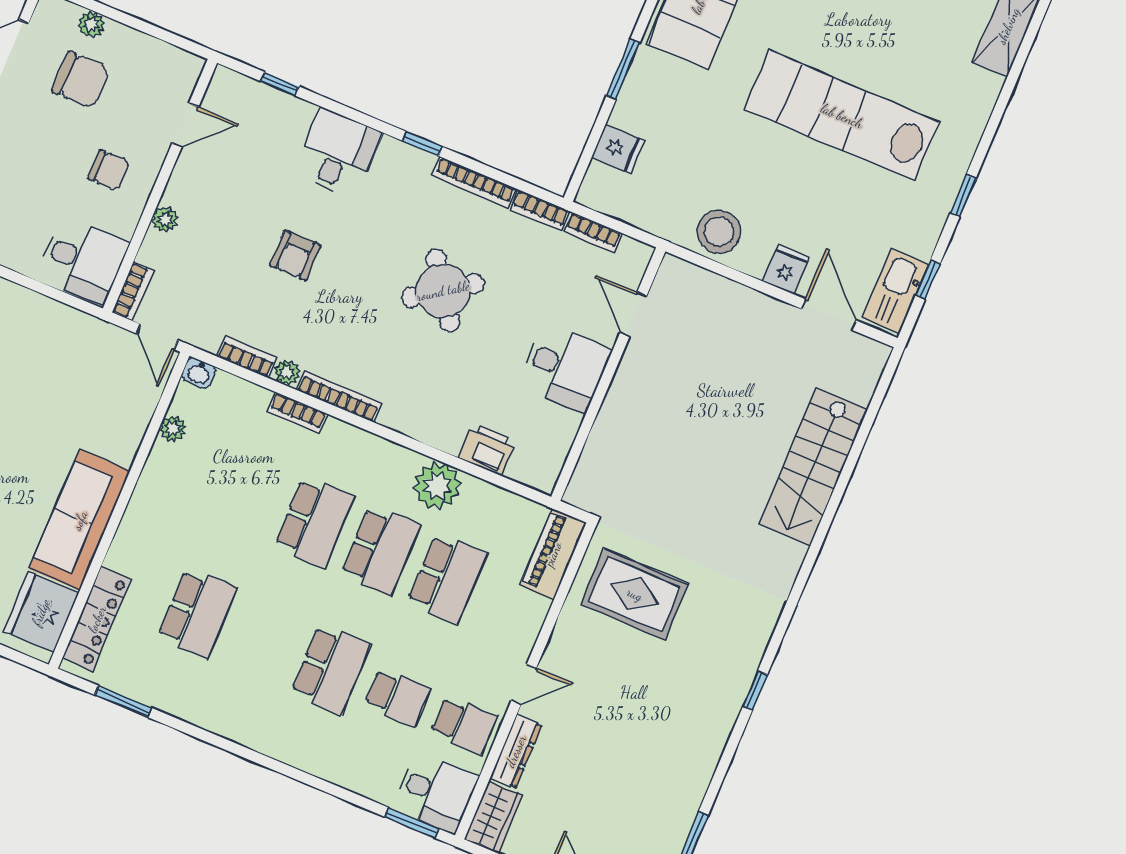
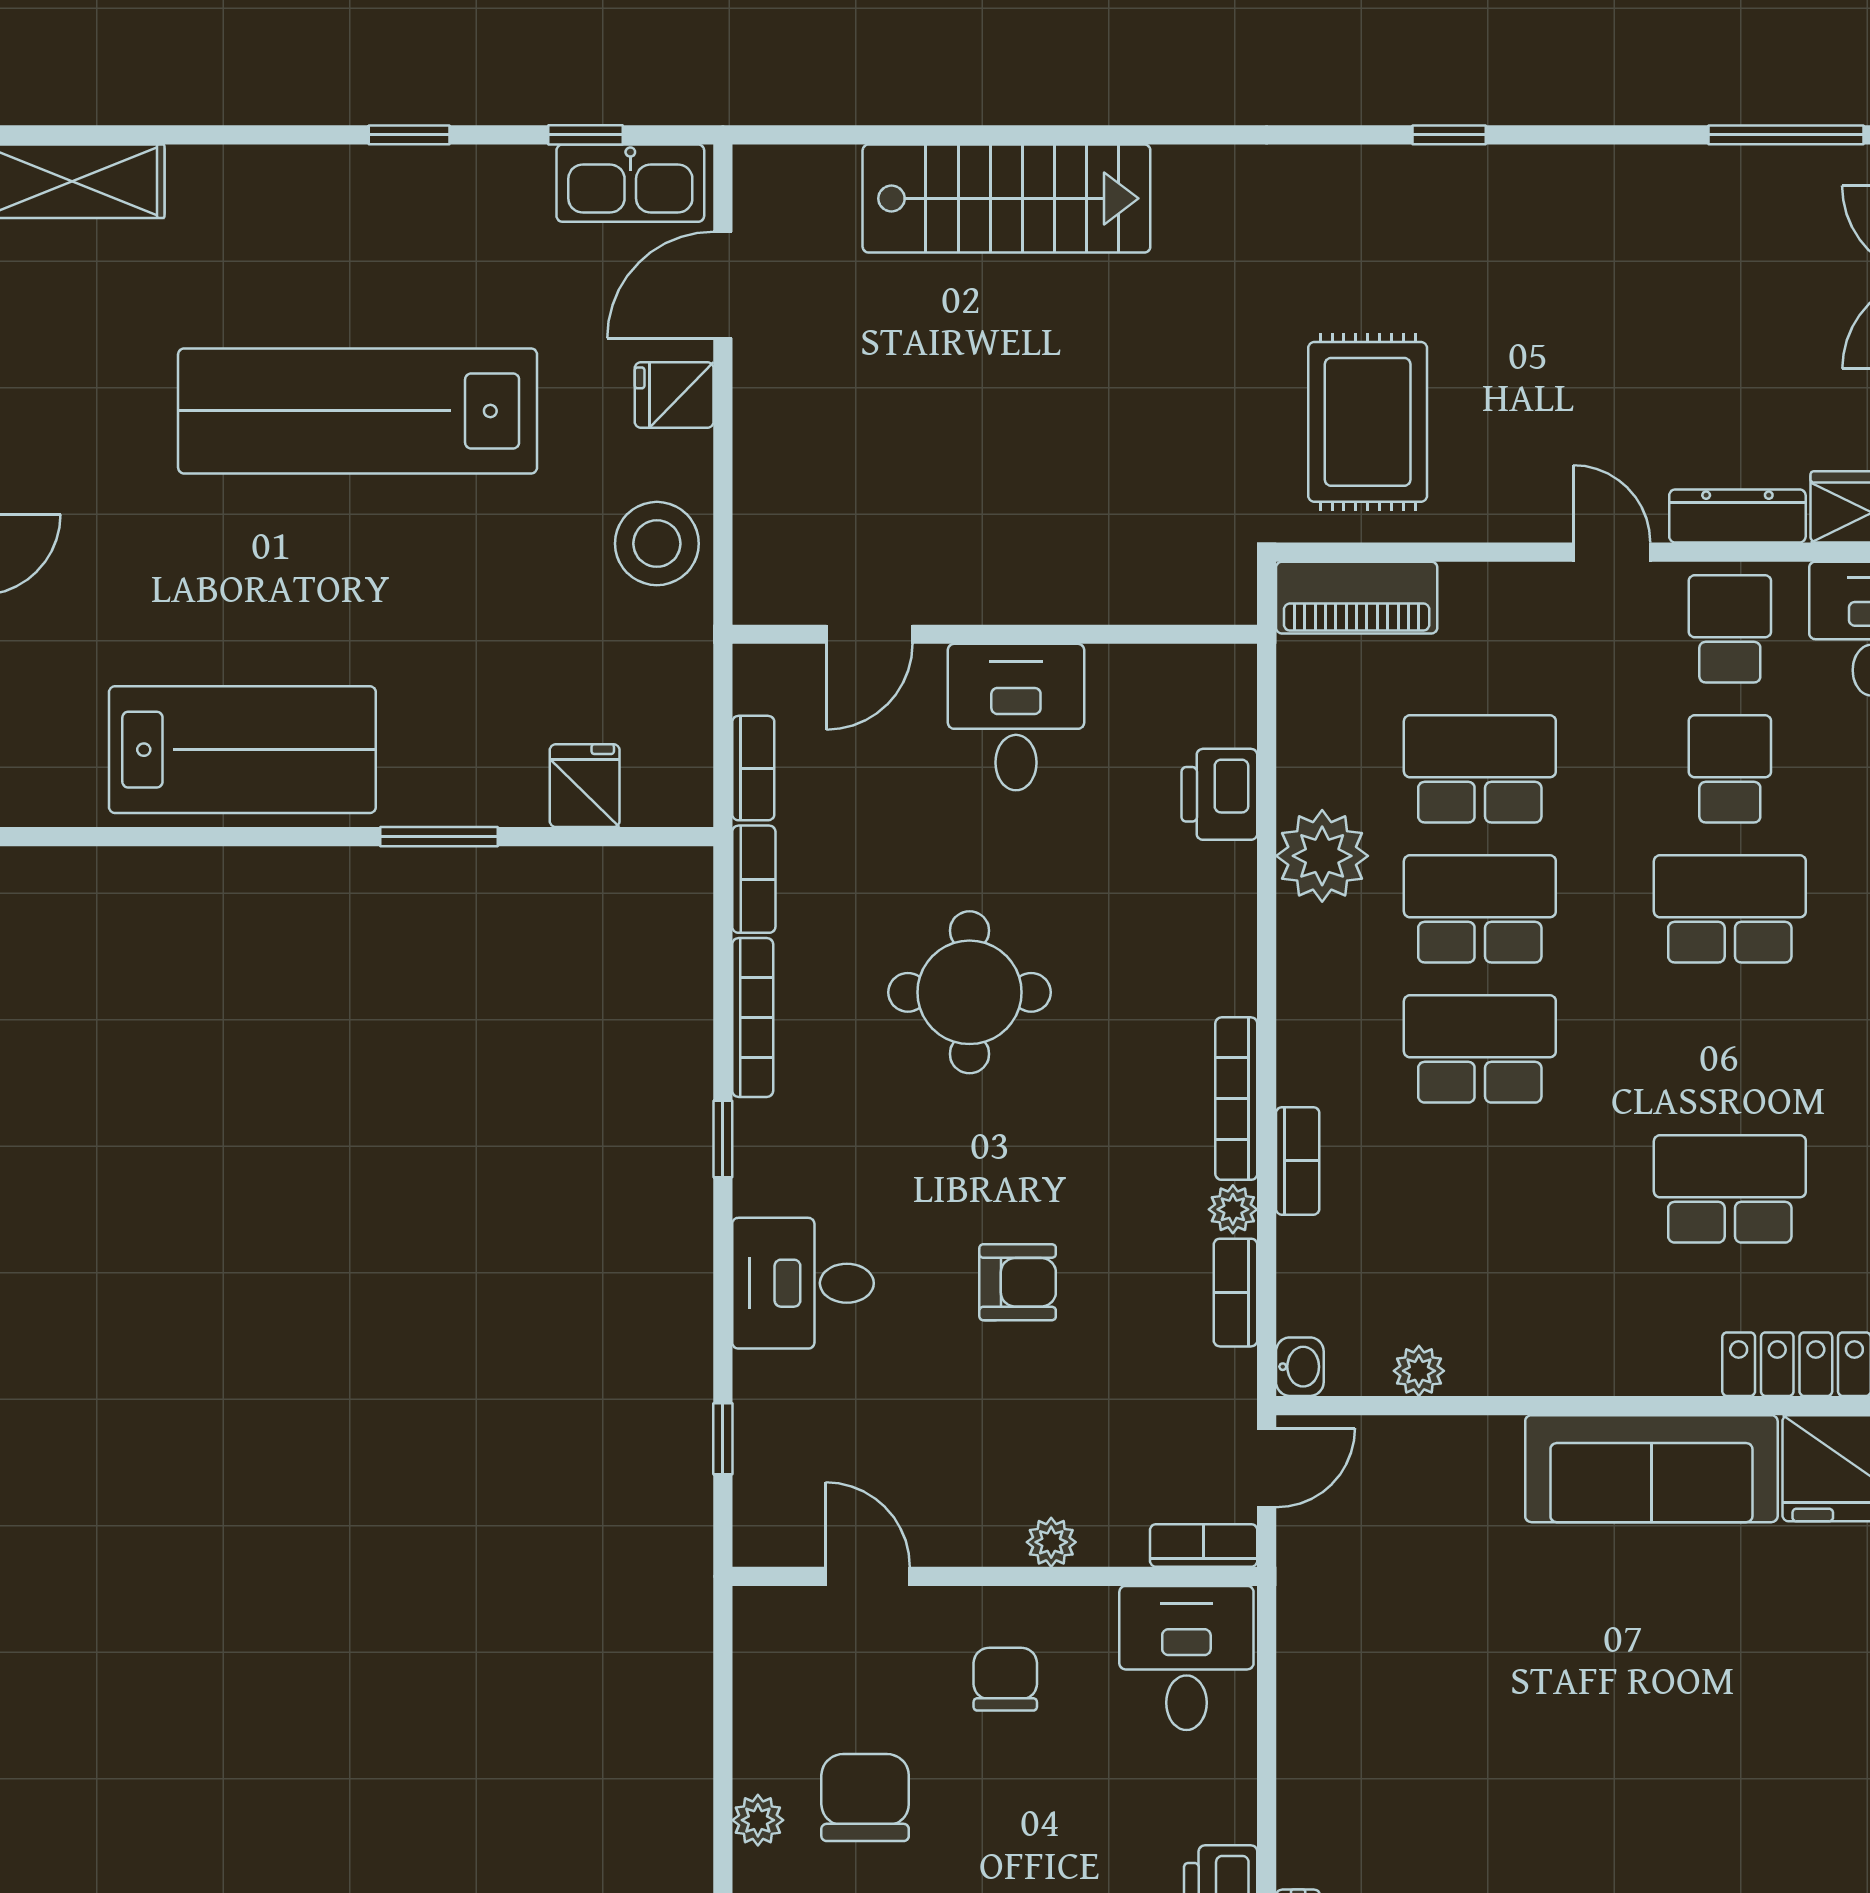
lab bench: (842, 116) -> (358, 411), turned 90
round table: (443, 291) -> (969, 992), turned 35

